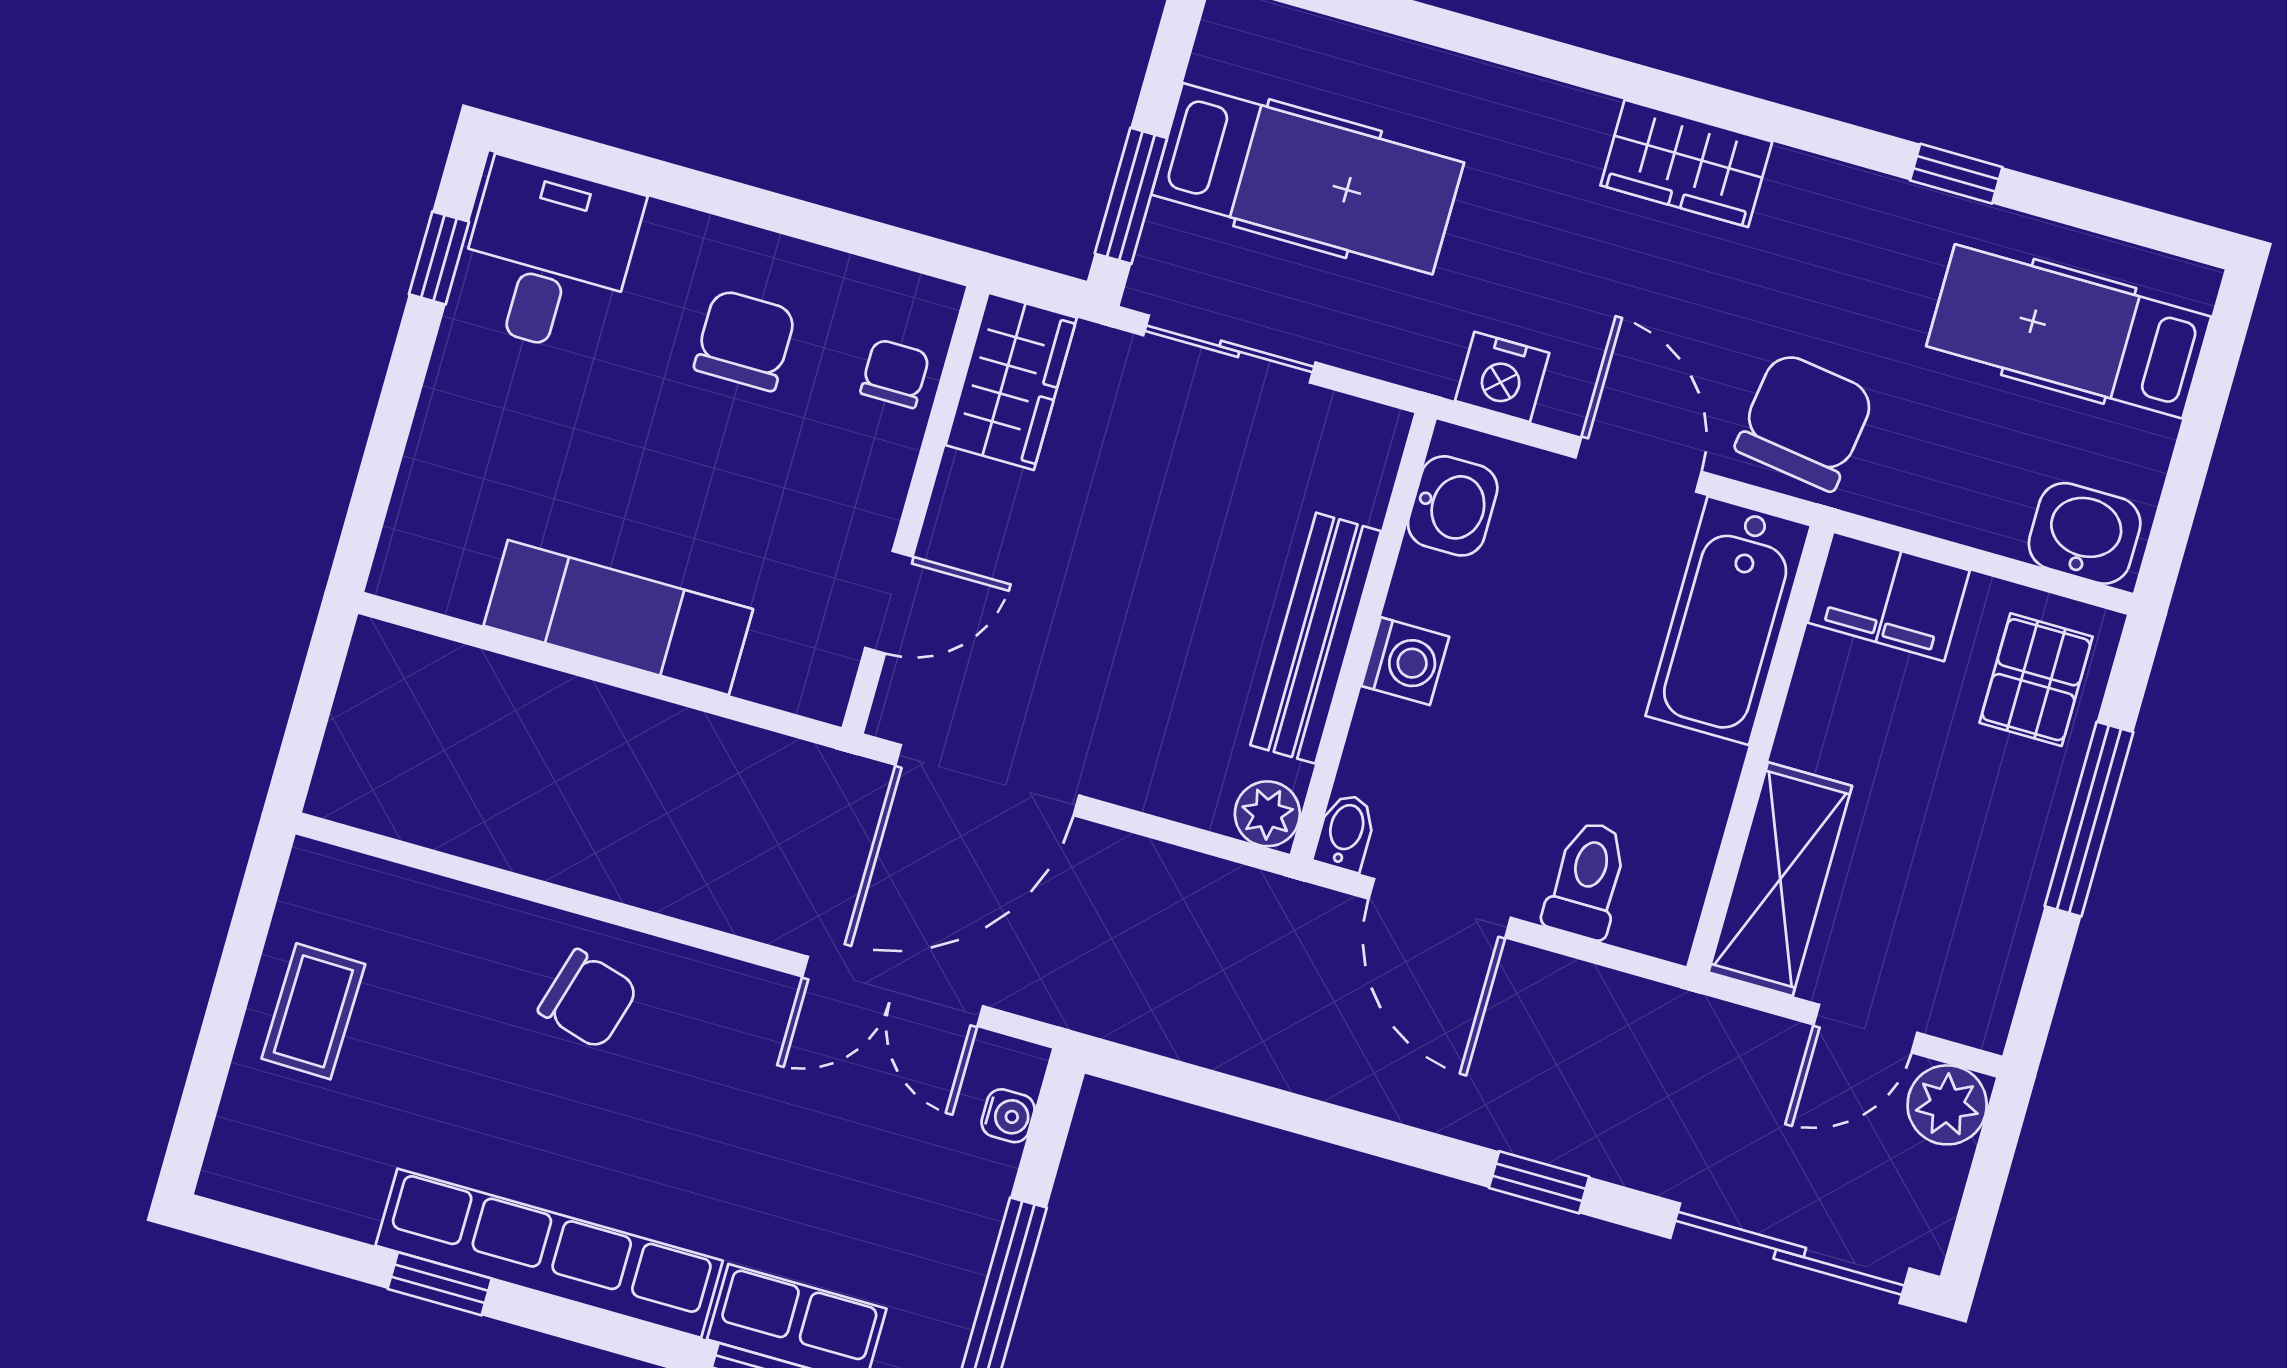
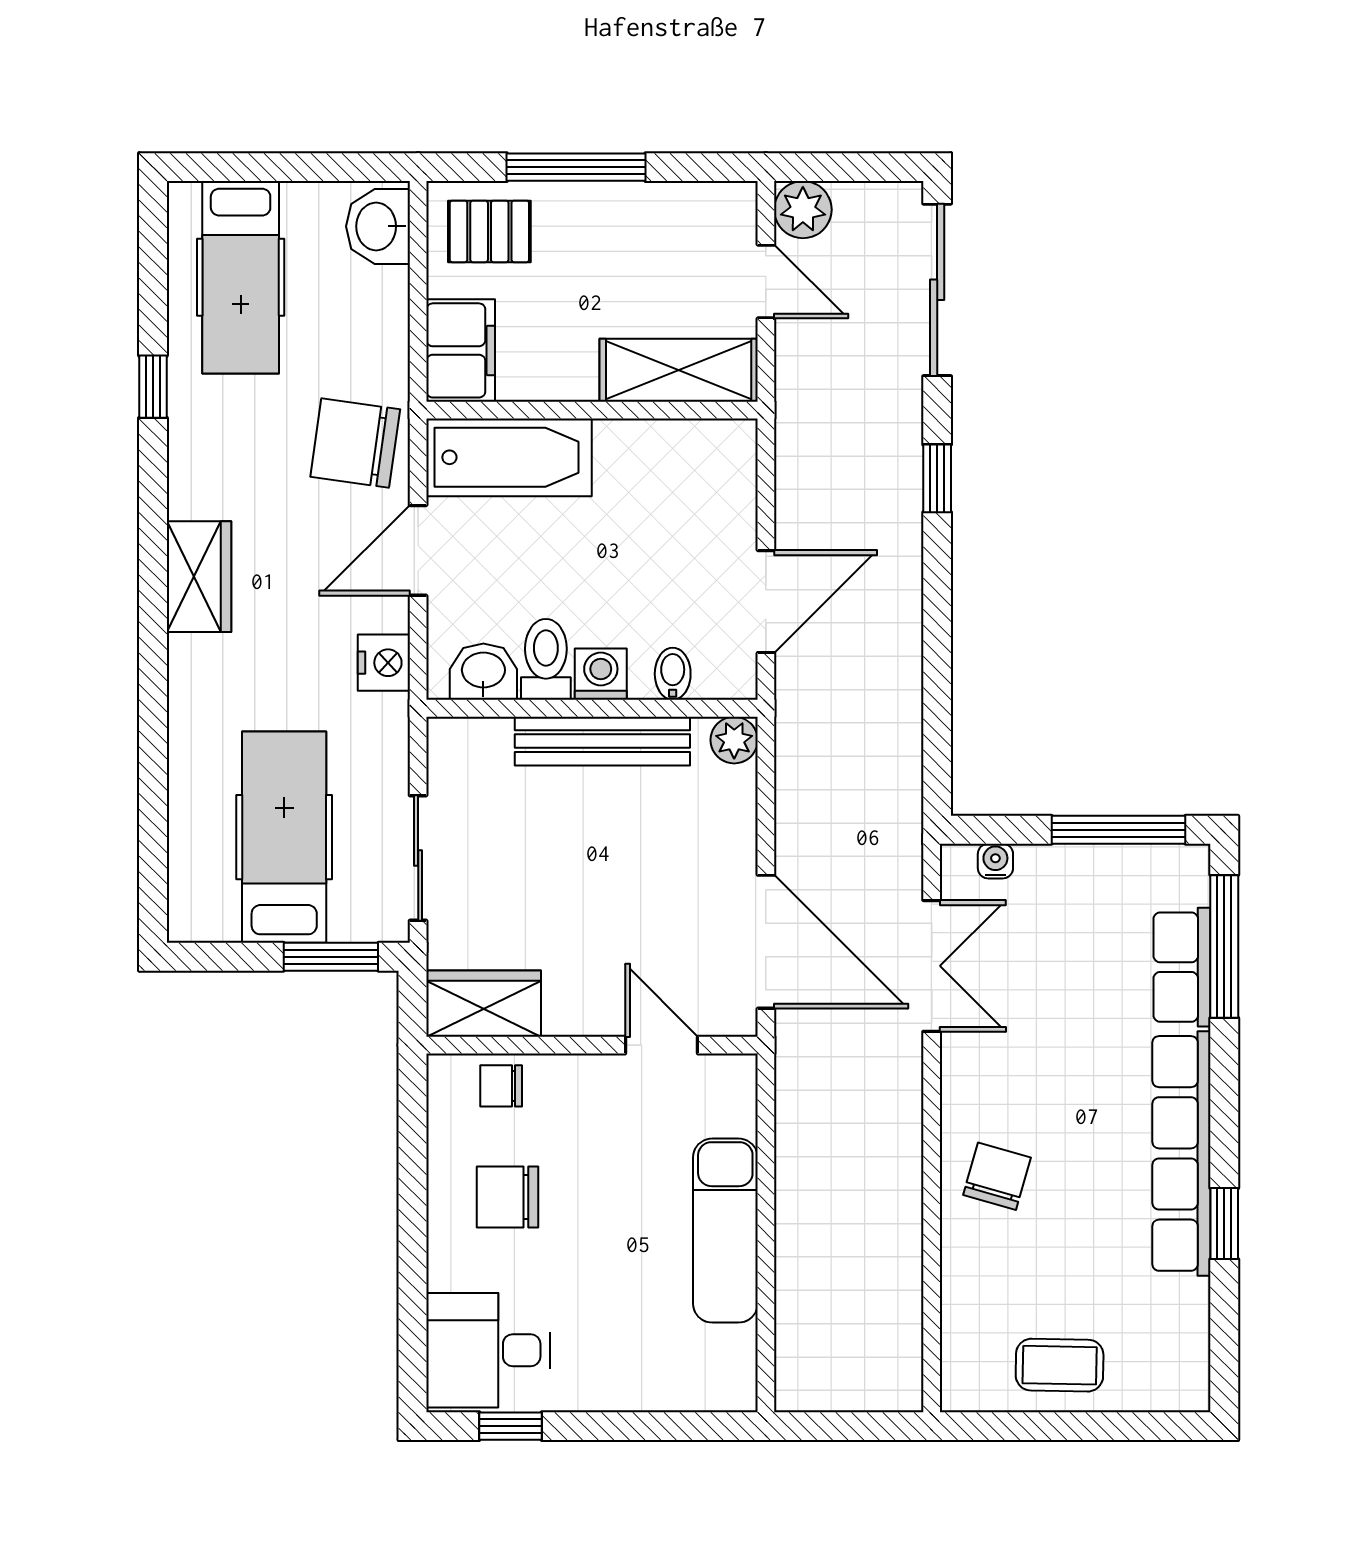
bidet: (1345, 832) -> (673, 674), moved, turned 90
toilet: (1587, 880) -> (546, 659), moved, turned 90

